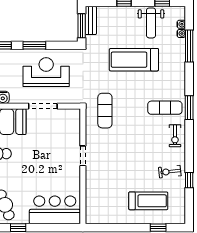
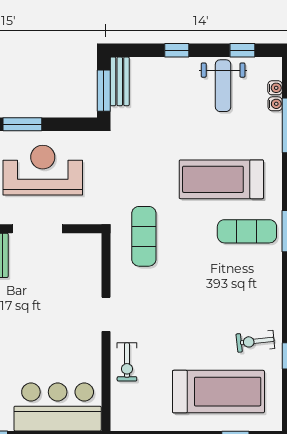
treadmill: (134, 60) -> (221, 179), moved
exercise bike: (175, 136) -> (127, 362), moved
treadmill: (148, 201) -> (218, 392), width x1.37, depth x1.38

